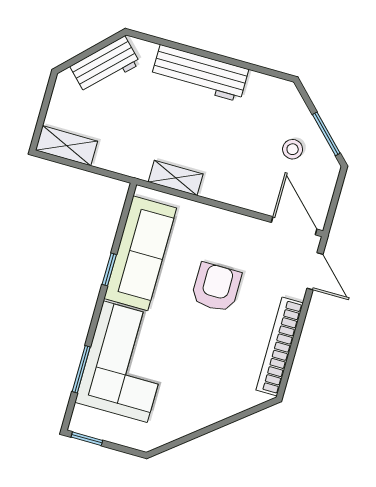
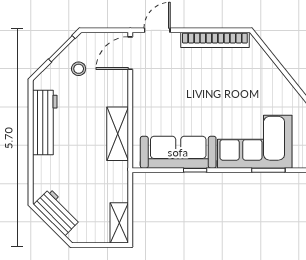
workbench: (200, 73) -> (45, 122), moved
shelving: (176, 178) -> (118, 134), width x1.50, depth x1.33
armchair: (216, 287) -> (187, 94), removed

